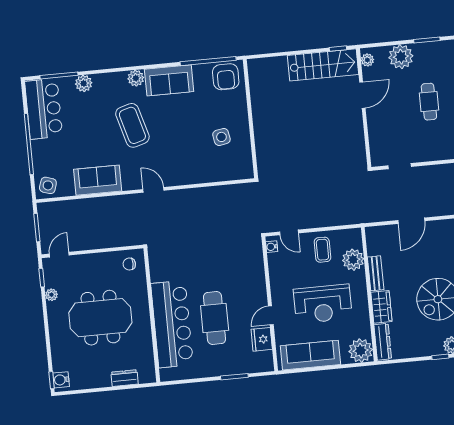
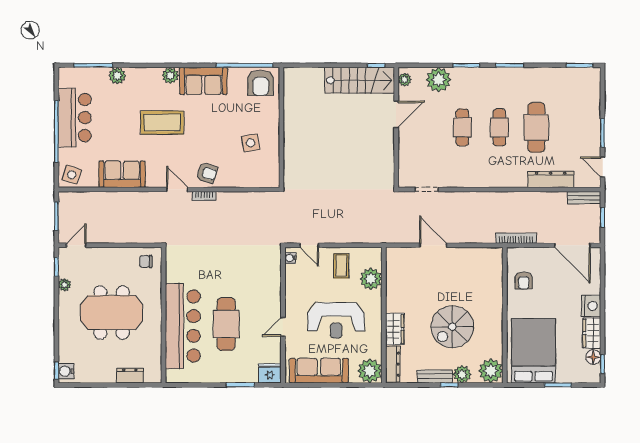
bar counter: (44, 109) -> (75, 118), moved
coffee table: (132, 125) -> (162, 123), turned -74
armchair: (181, 171) -> (207, 173), added
bookcase: (181, 194) -> (204, 196), added
door: (411, 221) -> (433, 245), swing flipped
bench: (376, 273) -> (435, 376), moved, turned 90
fridge: (262, 339) -> (270, 373), moved, turned 90

